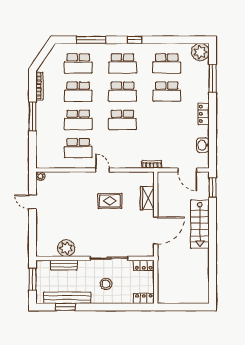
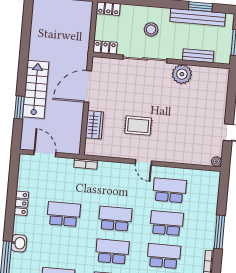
school desk: (167, 92) -> (64, 214), moved
locker: (204, 114) -> (21, 203), moved
washbasin: (203, 145) -> (19, 243), moved
window: (213, 187) -> (19, 107), moved
plant: (66, 248) -> (182, 74), moved

